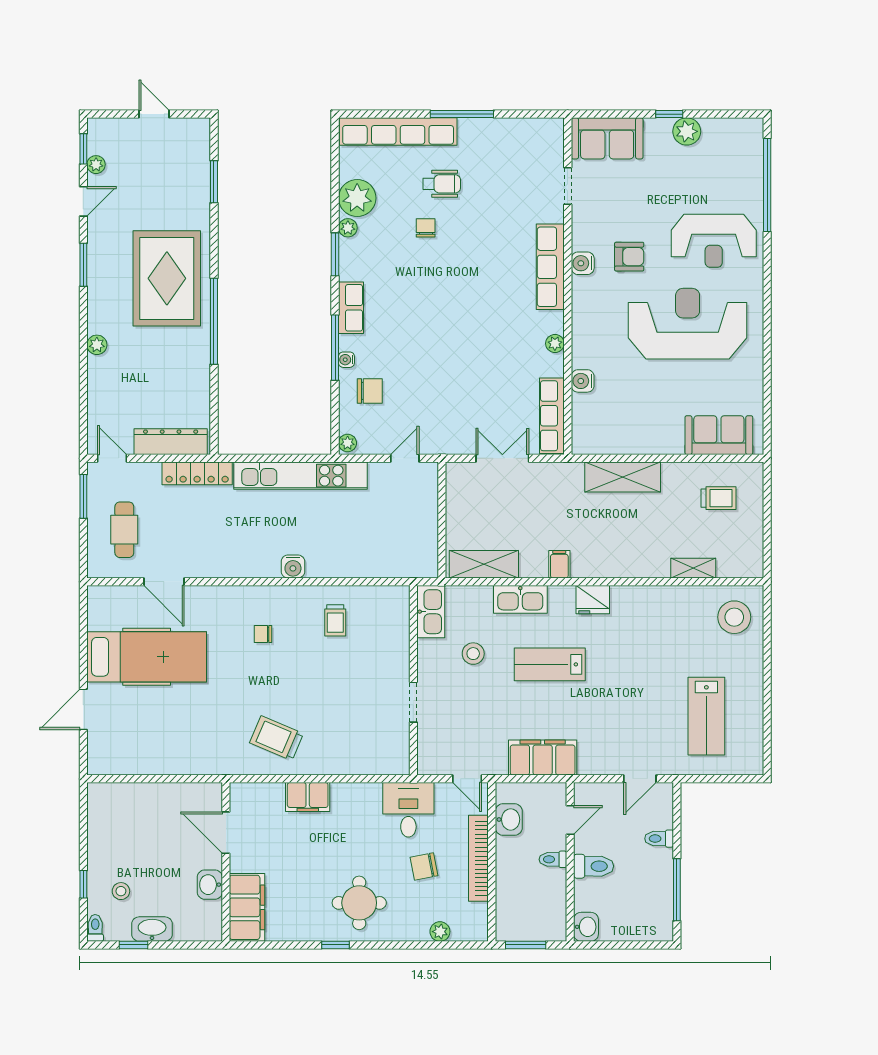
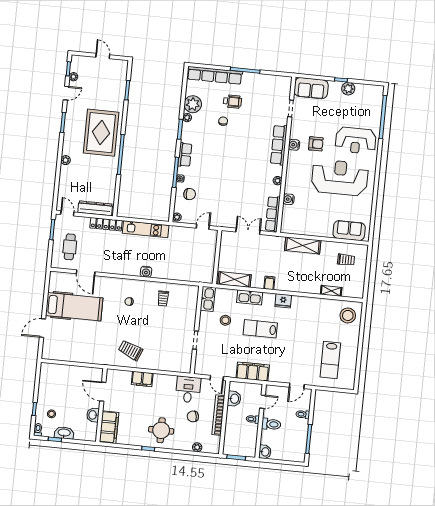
kitchen unit: (301, 476) -> (146, 229), width x0.73

